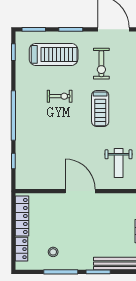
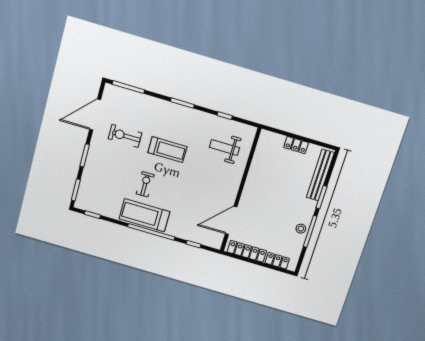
treadmill: (54, 54) -> (144, 215), moved, turned -90
exercise bike: (101, 64) -> (125, 136), turned 180
weight bench: (119, 163) -> (224, 147), turned 180
door: (80, 191) -> (231, 220), moved
stool: (53, 252) -> (301, 229), moved

